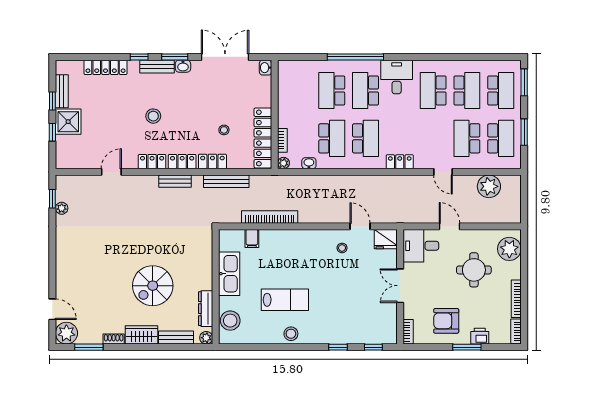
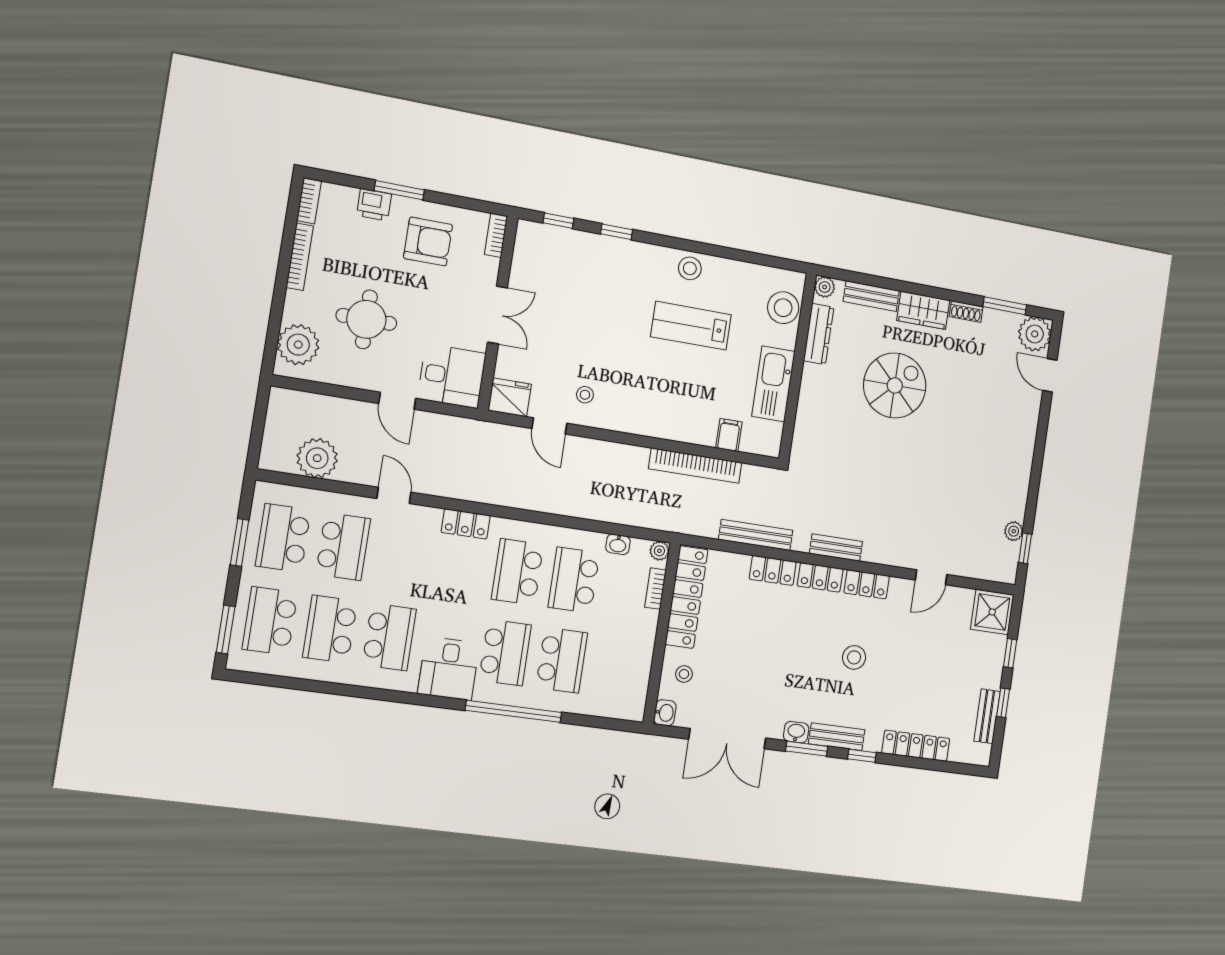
shower: (68, 122) -> (992, 612), moved
stool: (224, 130) -> (684, 674), moved

